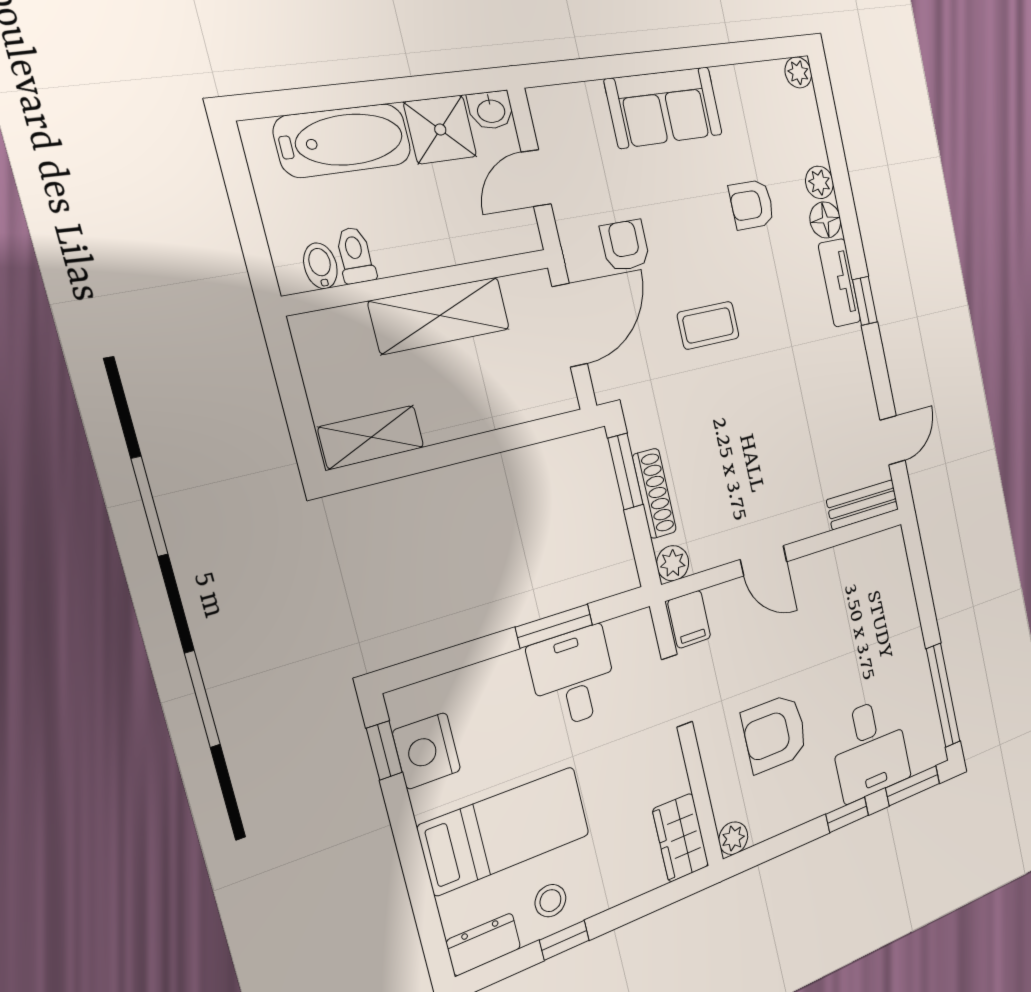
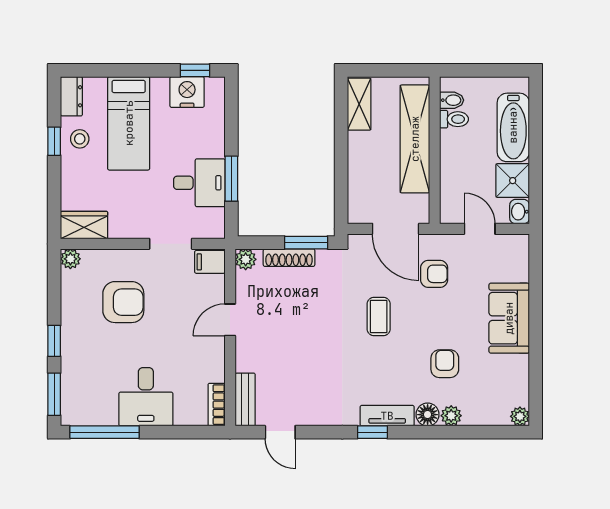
shelving: (440, 315) -> (415, 139), width x1.47
bookcase: (878, 545) -> (217, 405), added
armchair: (775, 733) -> (123, 302), turned 90
desk: (870, 749) -> (146, 397), moved, turned -90

